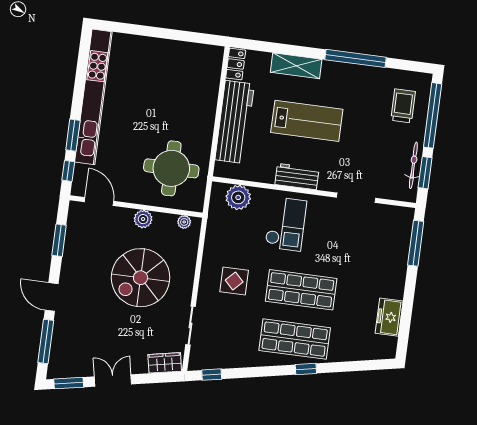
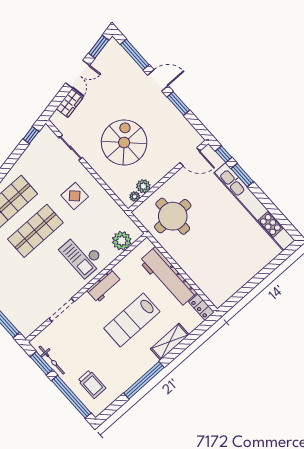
plant: (143, 219) -> (143, 186), moved
window: (59, 240) -> (178, 103), moved
wardrobe: (165, 363) -> (70, 103), moved

